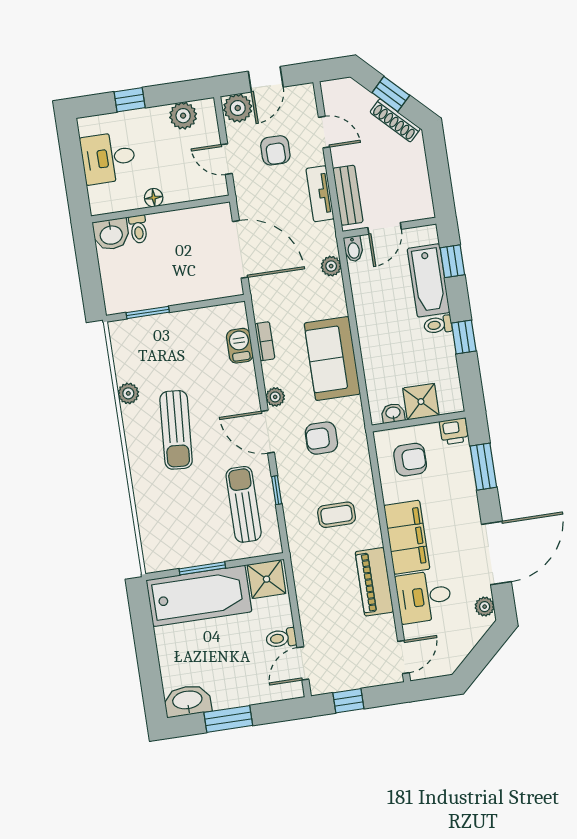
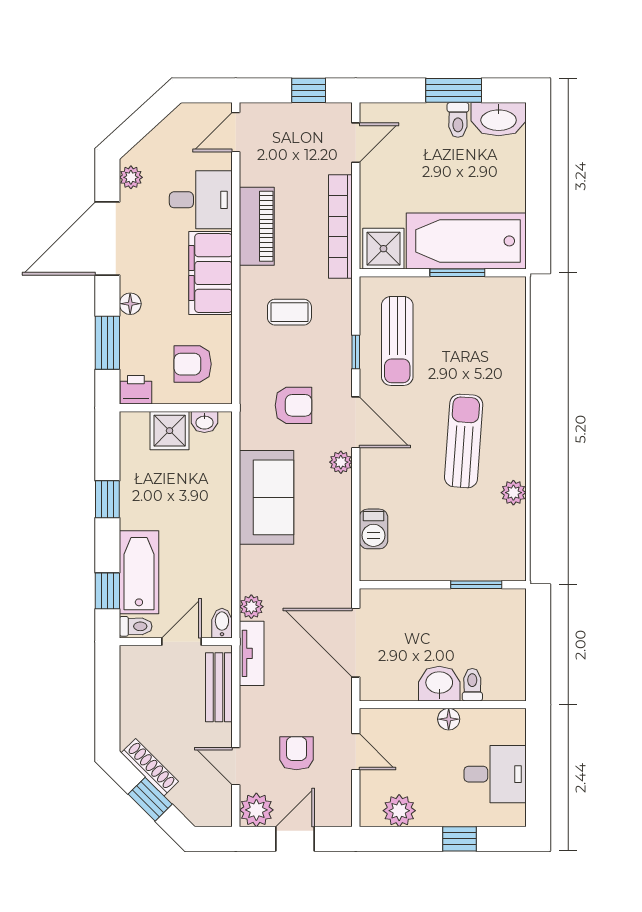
plant: (238, 108) -> (256, 810), moved
tv unit: (320, 194) -> (252, 653), moved
washbasin: (111, 234) -> (439, 684), moved
toilet: (438, 325) -> (136, 626), moved
bookcase: (265, 341) -> (340, 227), moved, width x2.31, depth x1.31
floor lamp: (469, 502) -> (130, 304), added
toilet: (281, 638) -> (458, 120), moved, turned 90

